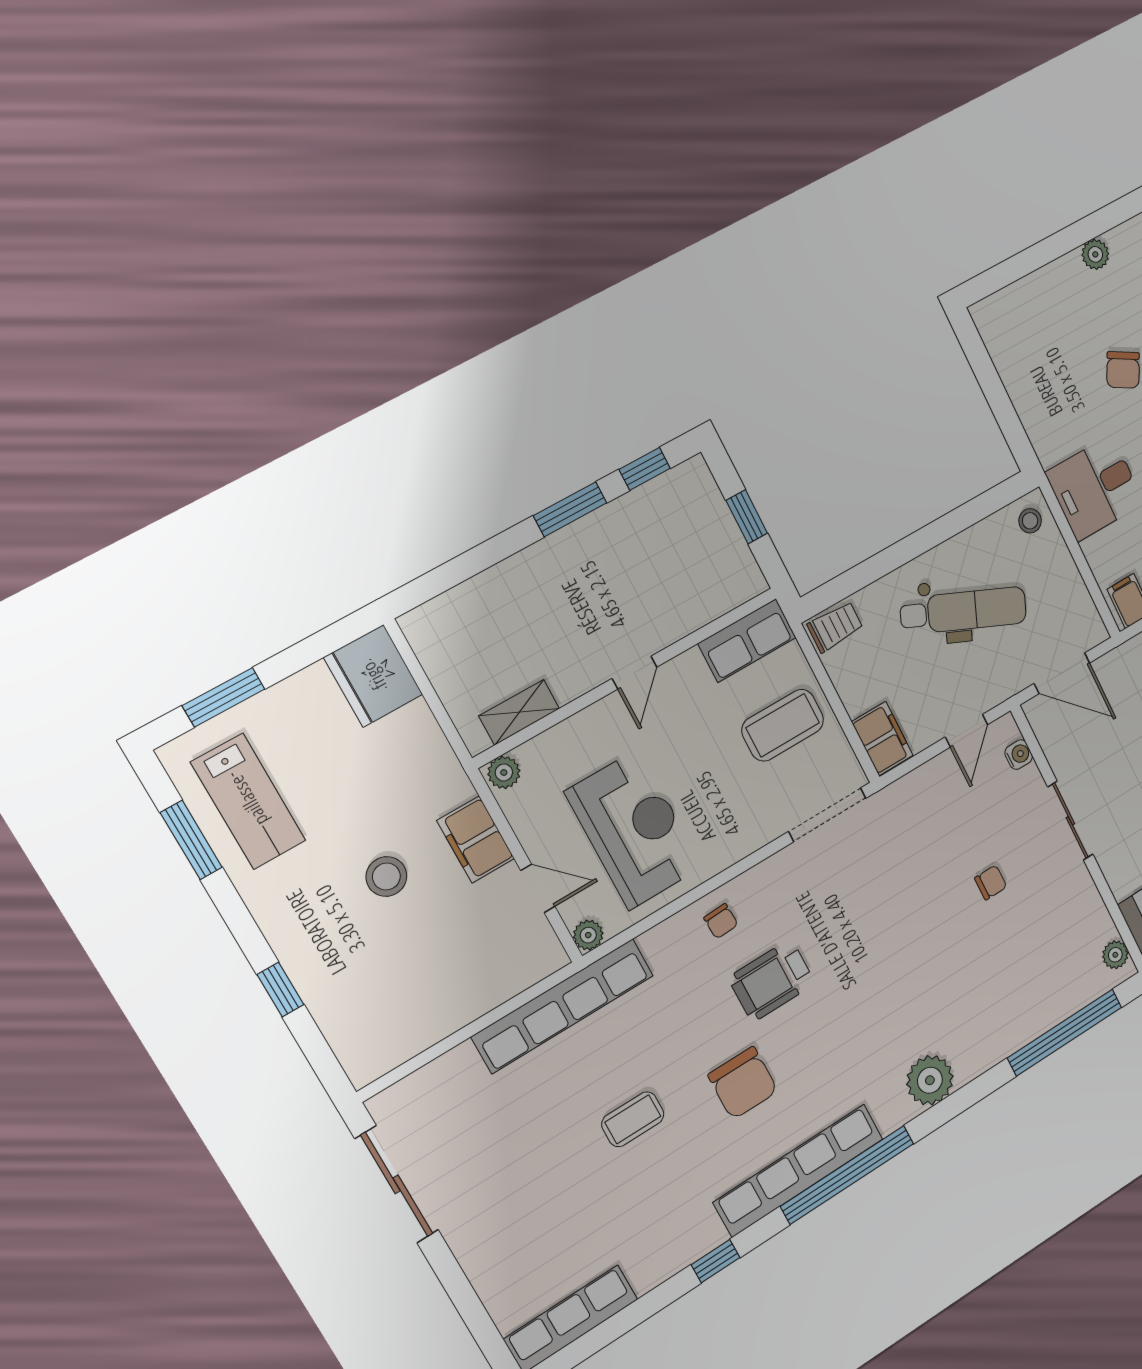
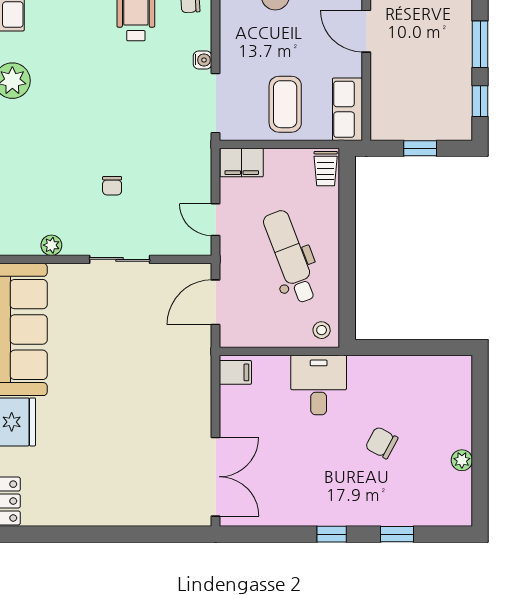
dental chair: (964, 611) -> (290, 257), turned 136
door: (634, 673) -> (366, 31), width x1.38
water cooler: (1019, 755) -> (203, 60), moved, turned -90
plant: (1115, 955) -> (51, 245), moved

